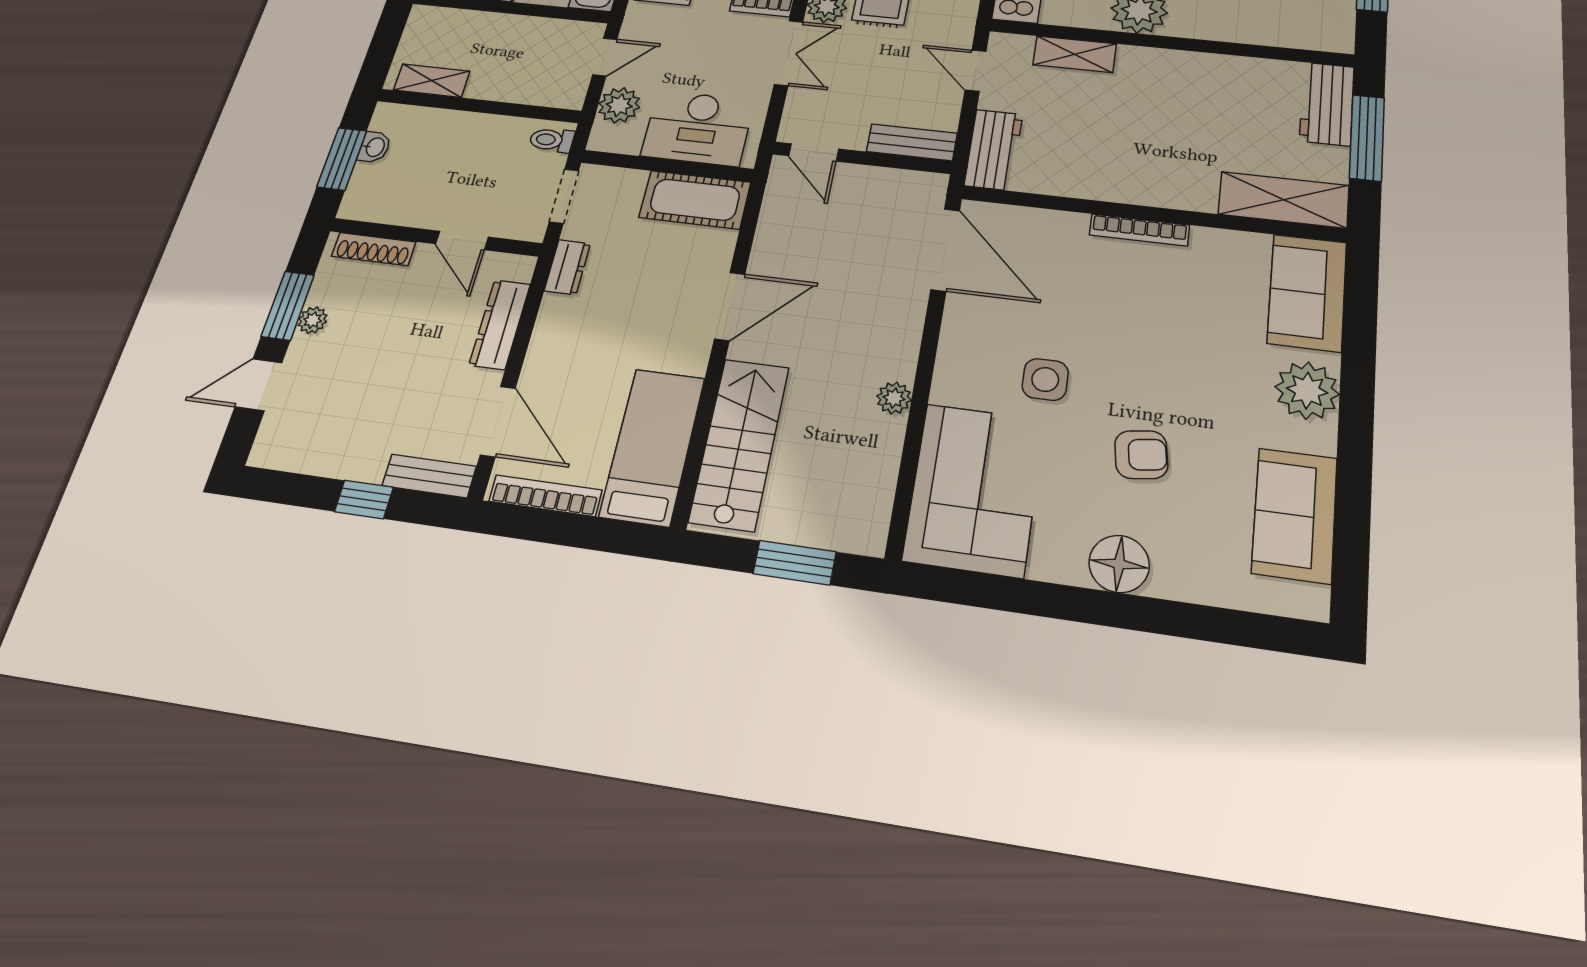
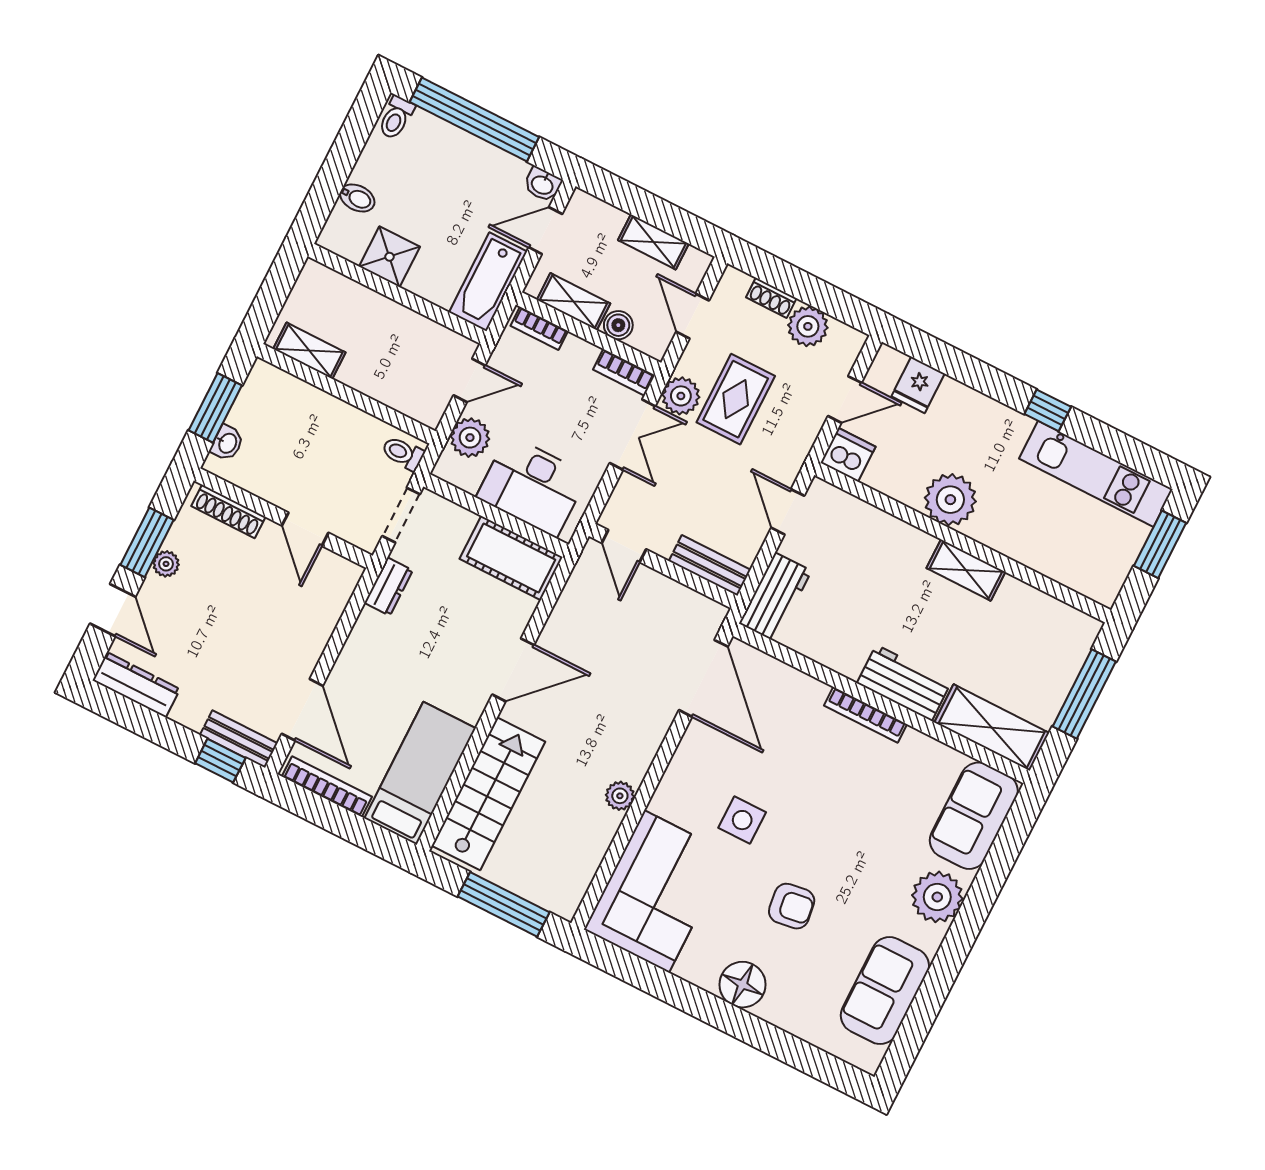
shelving: (1075, 54) -> (966, 570), moved
workbench: (1327, 104) -> (904, 683), moved, turned 90
washbasin: (375, 147) -> (227, 443), moved
dresser: (500, 324) -> (136, 685), moved, turned 90
door: (259, 385) -> (113, 610), swing flipped
window: (364, 499) -> (220, 761), moved
window: (795, 563) -> (504, 904), width x1.44

